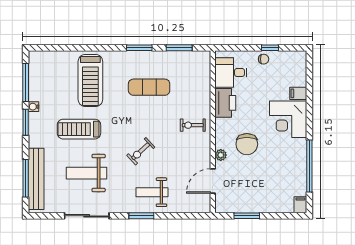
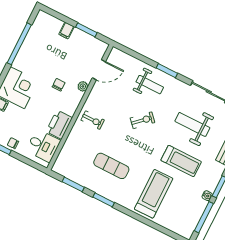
chair: (247, 144) -> (59, 85), width x0.54, depth x0.54
weight bench: (86, 173) -> (192, 124), turned 180
filing cabinet: (300, 205) -> (67, 30), moved

